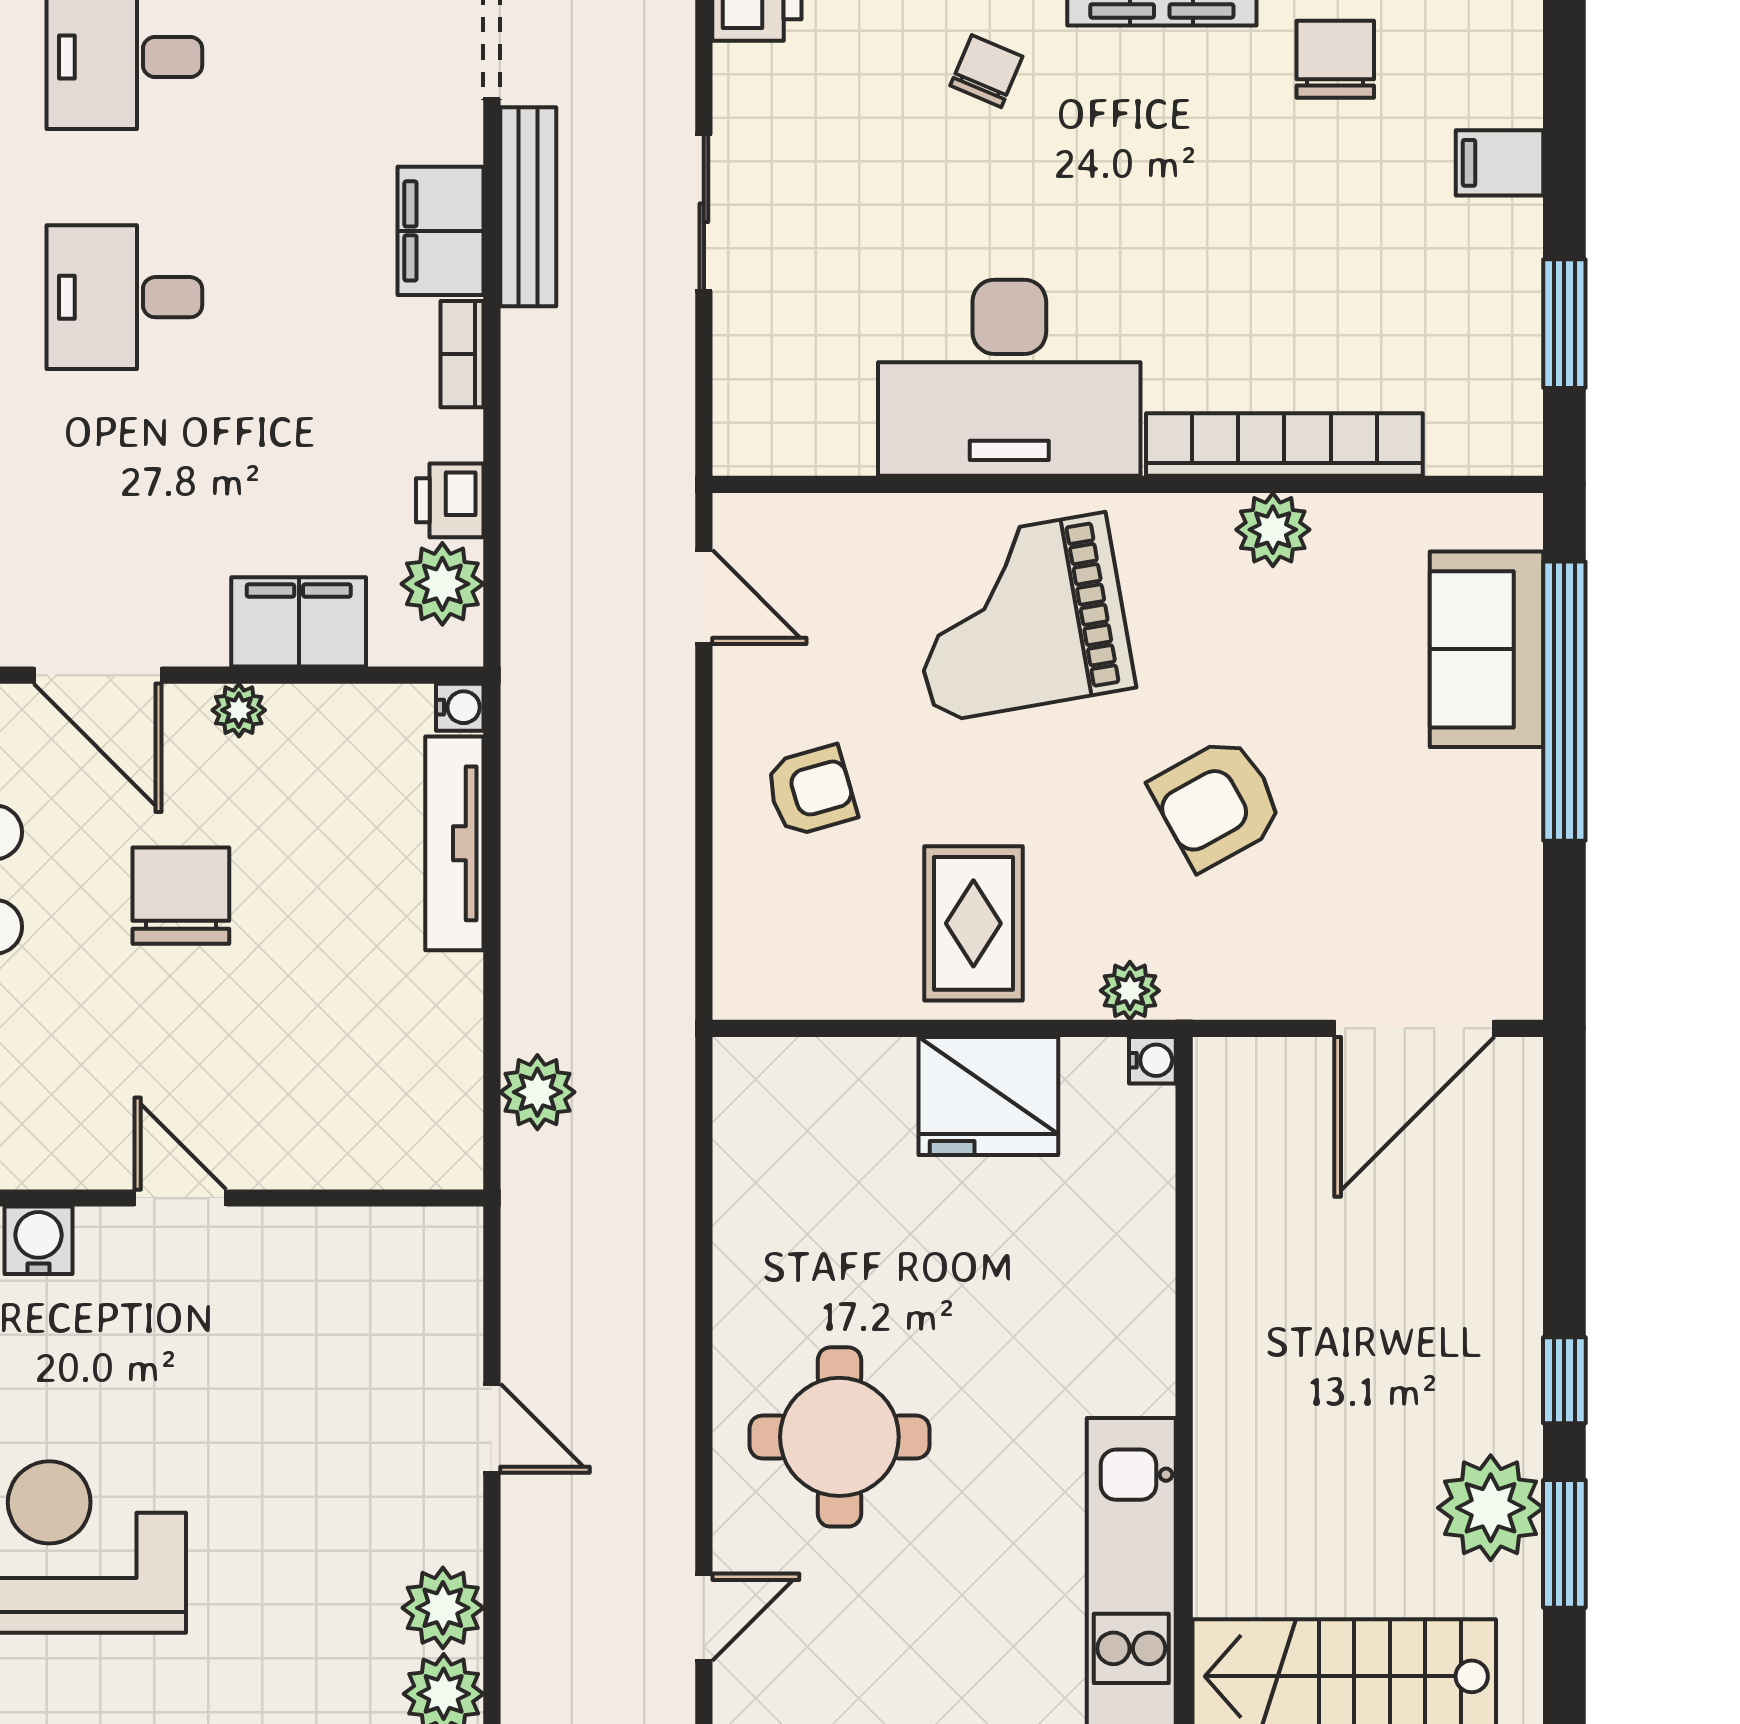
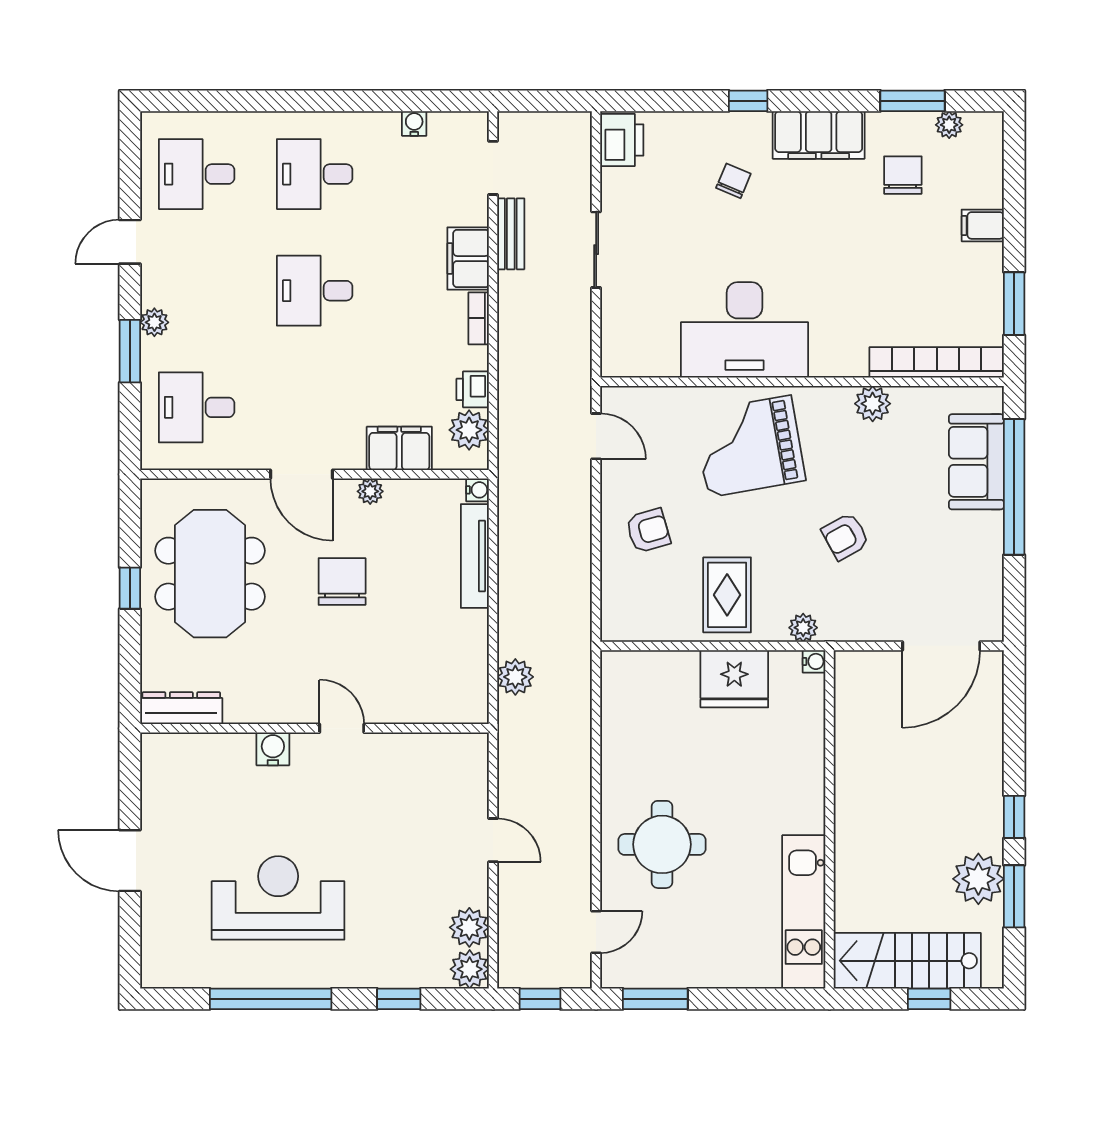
bench: (528, 207) -> (511, 234), width x0.73
bookcase: (1284, 445) -> (937, 362), moved
armchair: (1217, 803) -> (845, 537), width x0.72, depth x0.72

